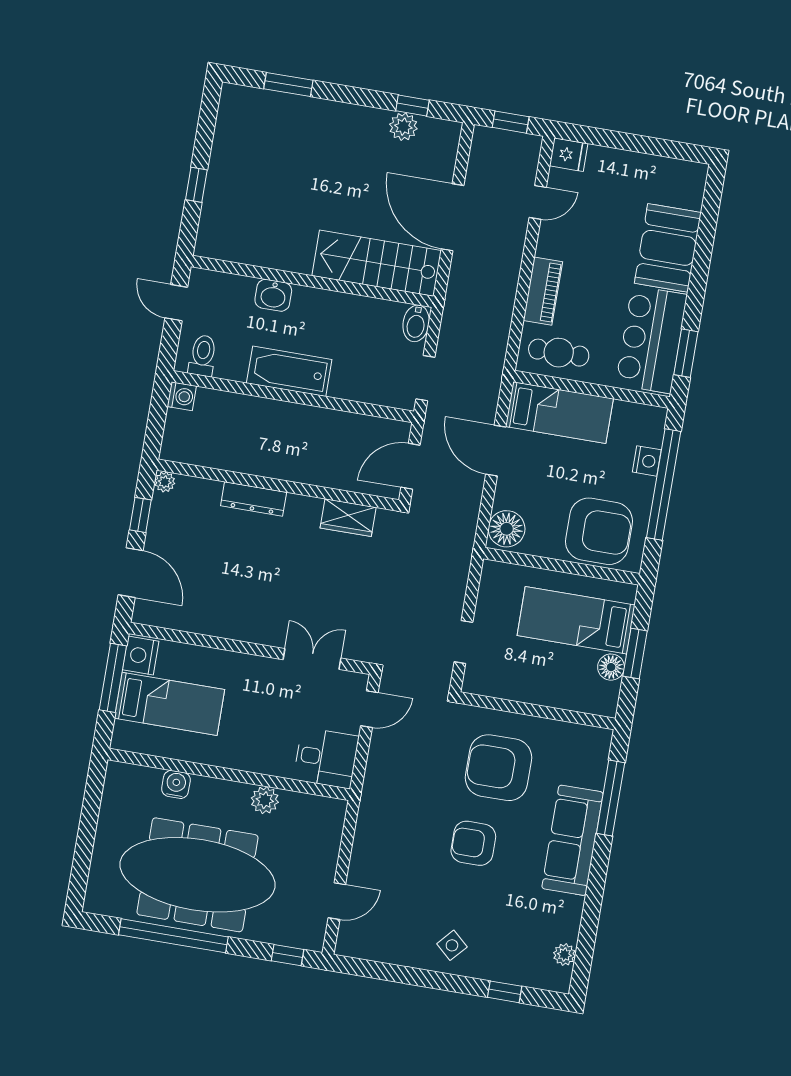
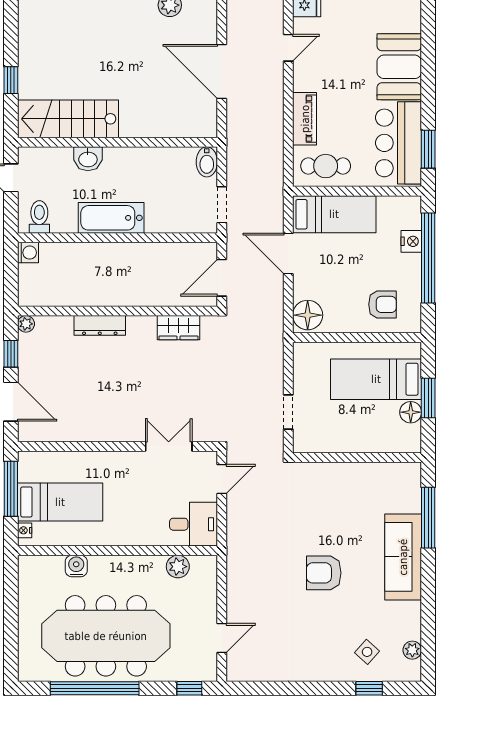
stairs: (377, 263) -> (68, 119), moved
armchair: (599, 531) -> (382, 304), width x0.53, depth x0.53
nightstand: (141, 656) -> (25, 530), moved, width x0.53, depth x0.56
armchair: (498, 768) -> (334, 509), removed
plant: (265, 800) -> (178, 567), moved
side table: (452, 945) -> (367, 652), moved

